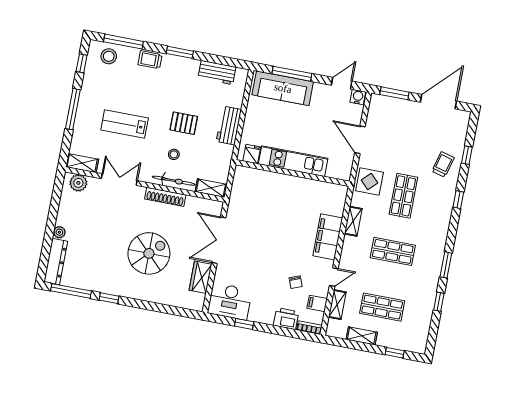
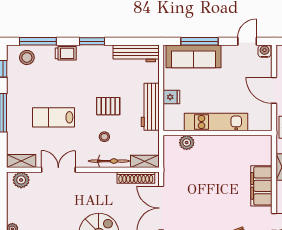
trolley: (150, 60) -> (66, 53), turned 180
workbench: (217, 73) -> (136, 53), width x1.38
workbench: (229, 126) -> (150, 107), width x1.38
fridge: (252, 154) -> (171, 97), moved, turned 90
plant: (258, 177) -> (187, 143), added
shoe rack: (165, 197) -> (136, 178), moved

